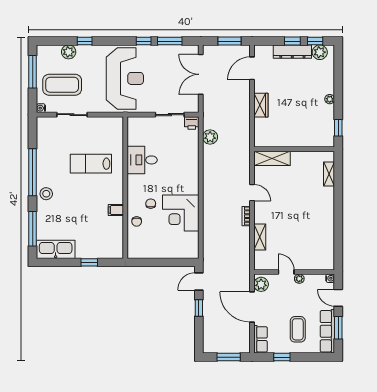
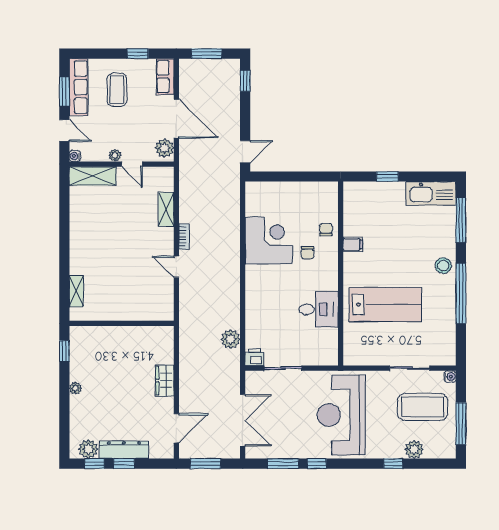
shelving: (272, 158) -> (93, 176), moved
lab bench: (91, 164) -> (385, 305), width x1.36, depth x1.39
window: (199, 308) -> (245, 81), moved

